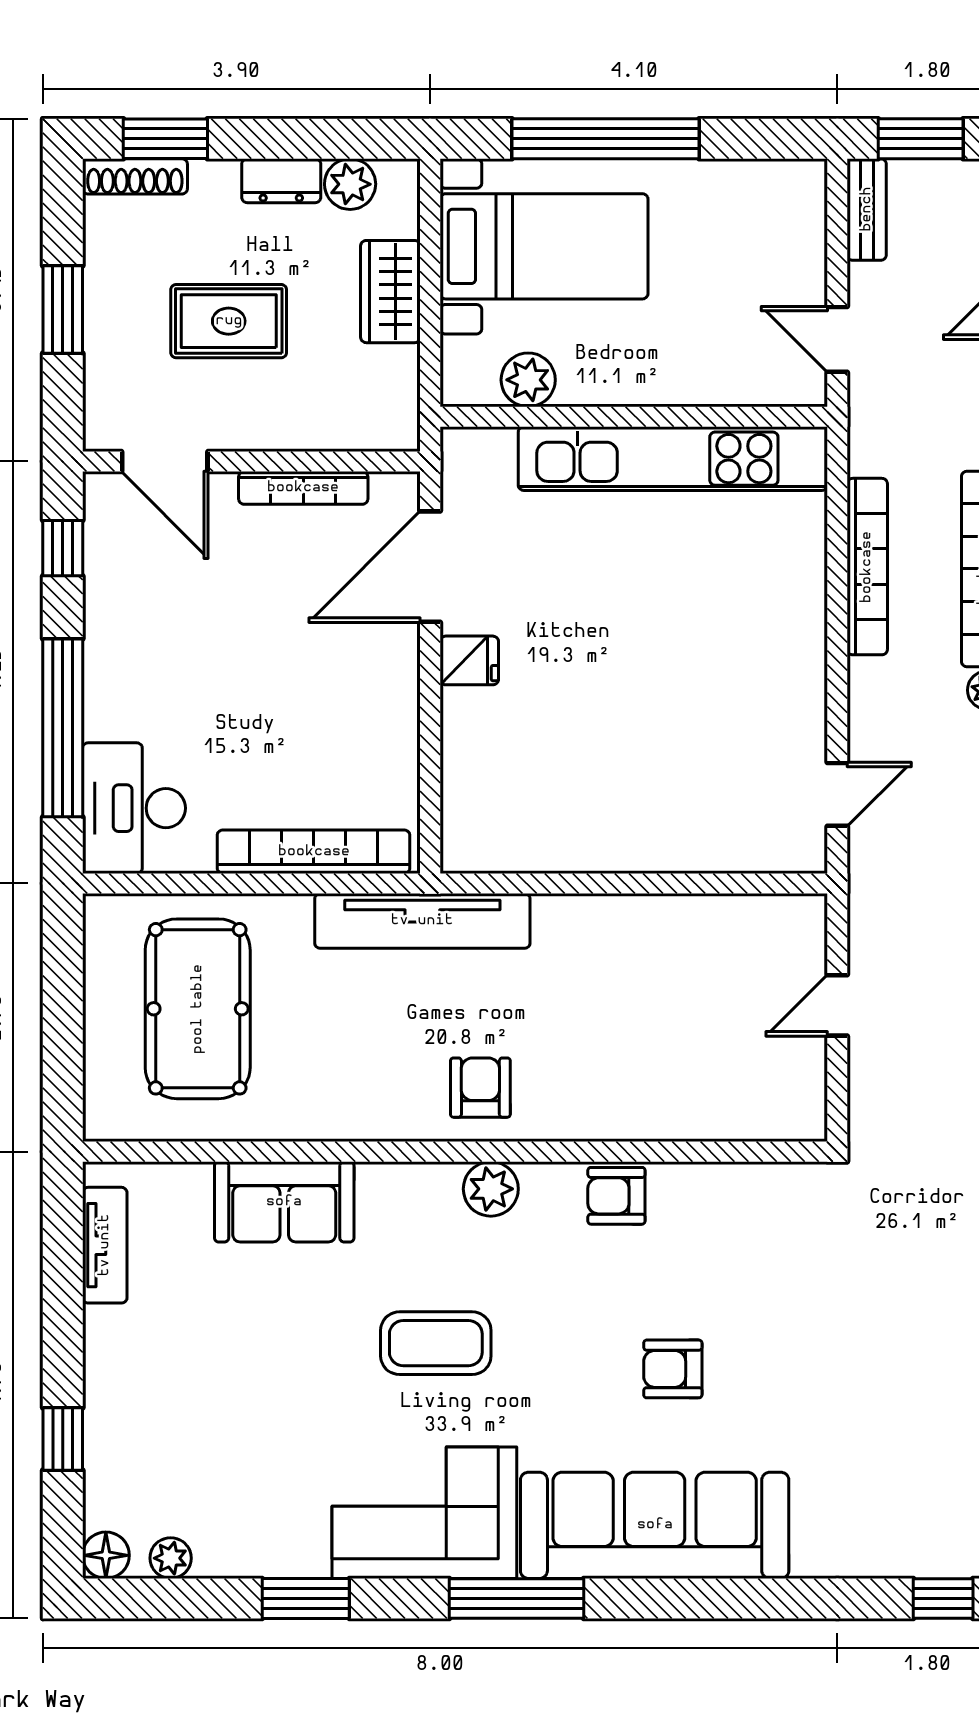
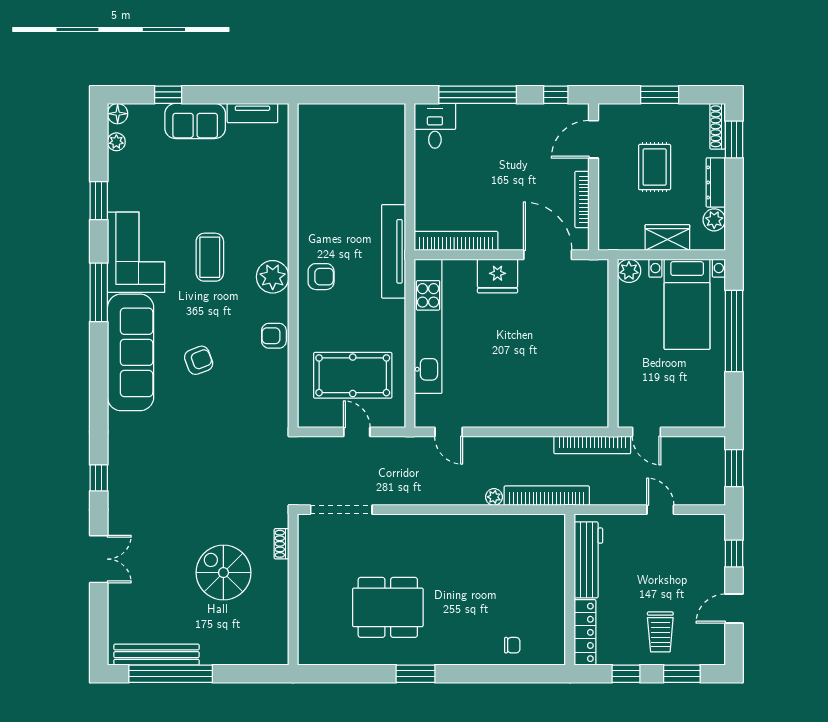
dresser: (281, 181) -> (716, 182), width x1.44
bench: (867, 209) -> (703, 445), removed
door: (837, 339) -> (647, 432), swing flipped
plant: (528, 380) -> (629, 271), moved
kitchen unit: (673, 459) -> (428, 326), moved, turned 180
bookcase: (867, 567) -> (592, 445), moved
fridge: (469, 660) -> (497, 276), width x1.88, depth x1.34
desk: (134, 808) -> (435, 126), width x0.73
bookcase: (314, 852) -> (456, 241), moved, turned -90
pool table: (198, 1009) -> (353, 375), moved
plant: (491, 1189) -> (273, 277), width x1.36, depth x1.36
armchair: (616, 1196) -> (274, 336), turned -90
sofa: (284, 1202) -> (195, 121), moved, turned -90
armchair: (673, 1369) -> (199, 360), turned 69

